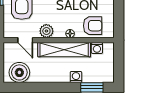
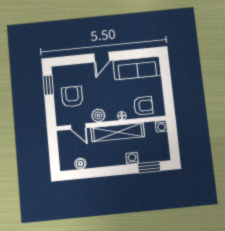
washing machine: (97, 48) -> (161, 126), moved
boiler: (19, 72) -> (80, 164), width x0.54, depth x0.54

